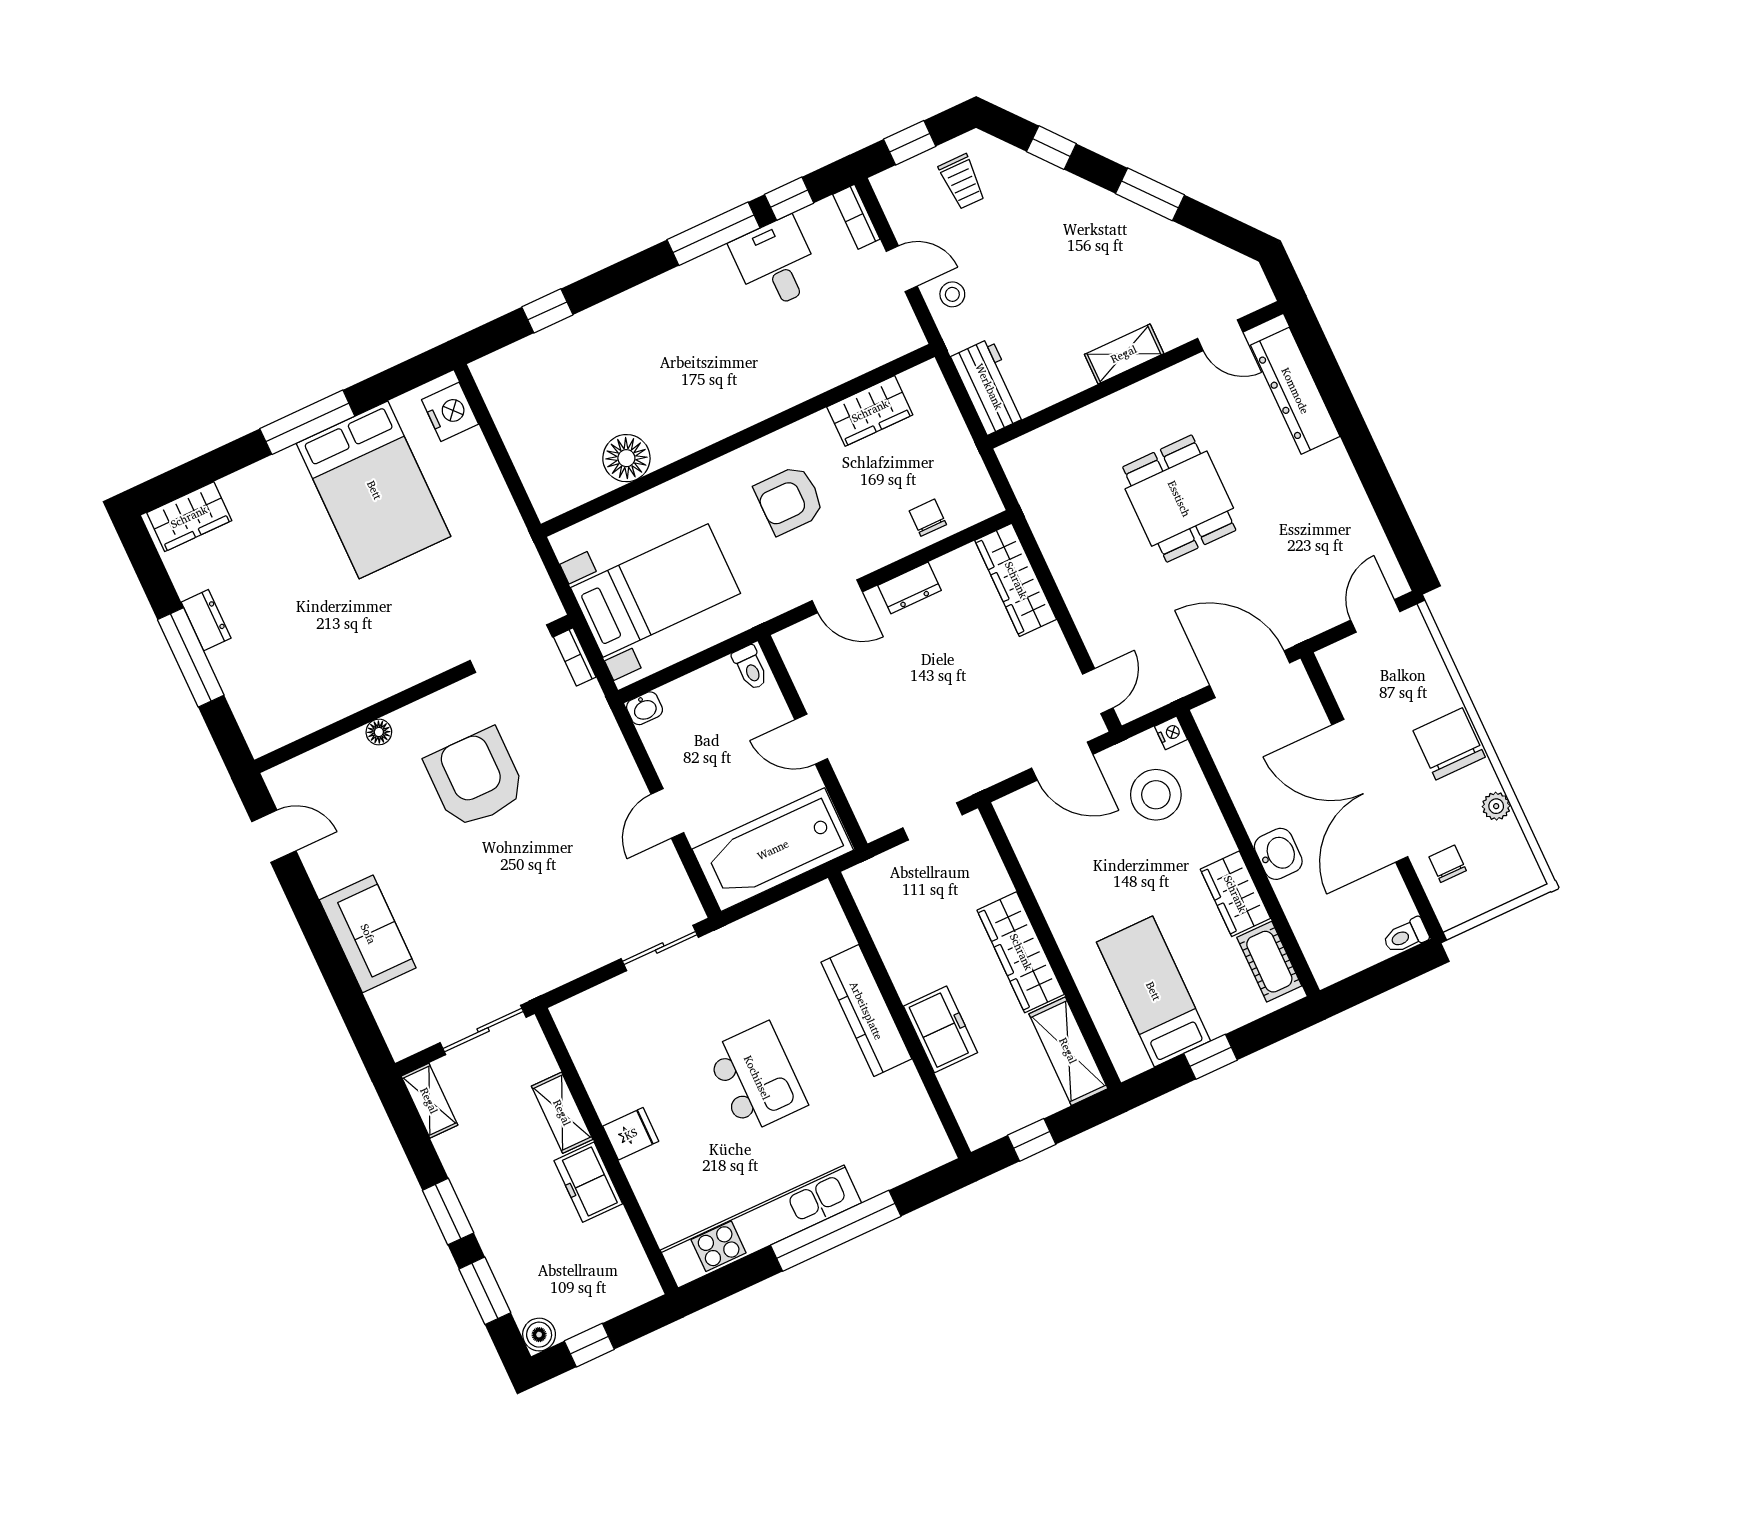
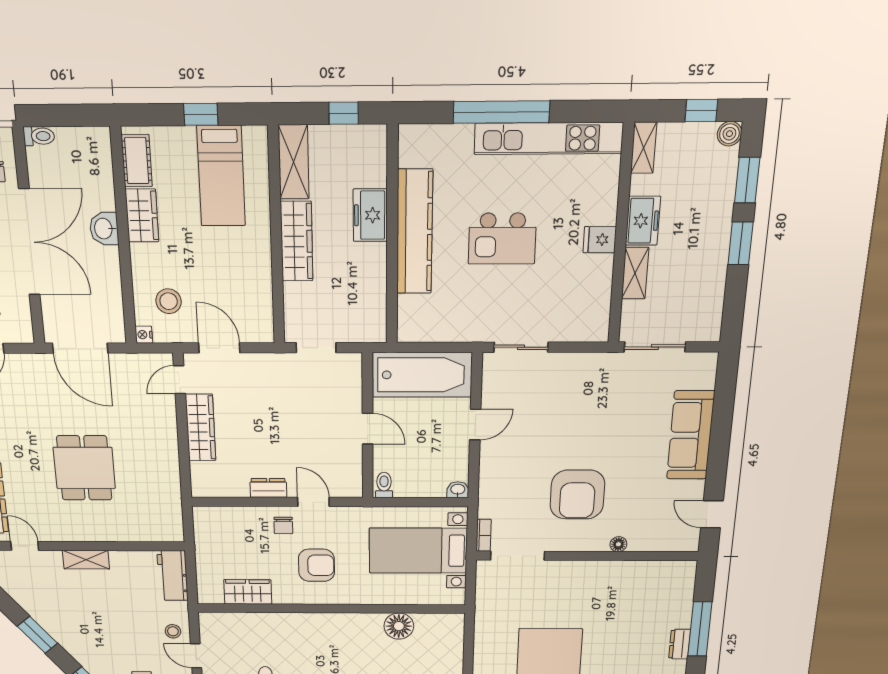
chair: (928, 518) -> (283, 525), moved
wardrobe: (1016, 580) -> (201, 428), moved
stool: (1156, 795) -> (169, 301), width x0.73, depth x0.73
sofa: (368, 934) -> (691, 435), width x1.36
kitchen counter: (866, 1011) -> (415, 232), width x1.39, depth x1.17
kitchen island: (757, 1078) -> (502, 239), turned -90
shelving: (429, 1101) -> (644, 148), moved

